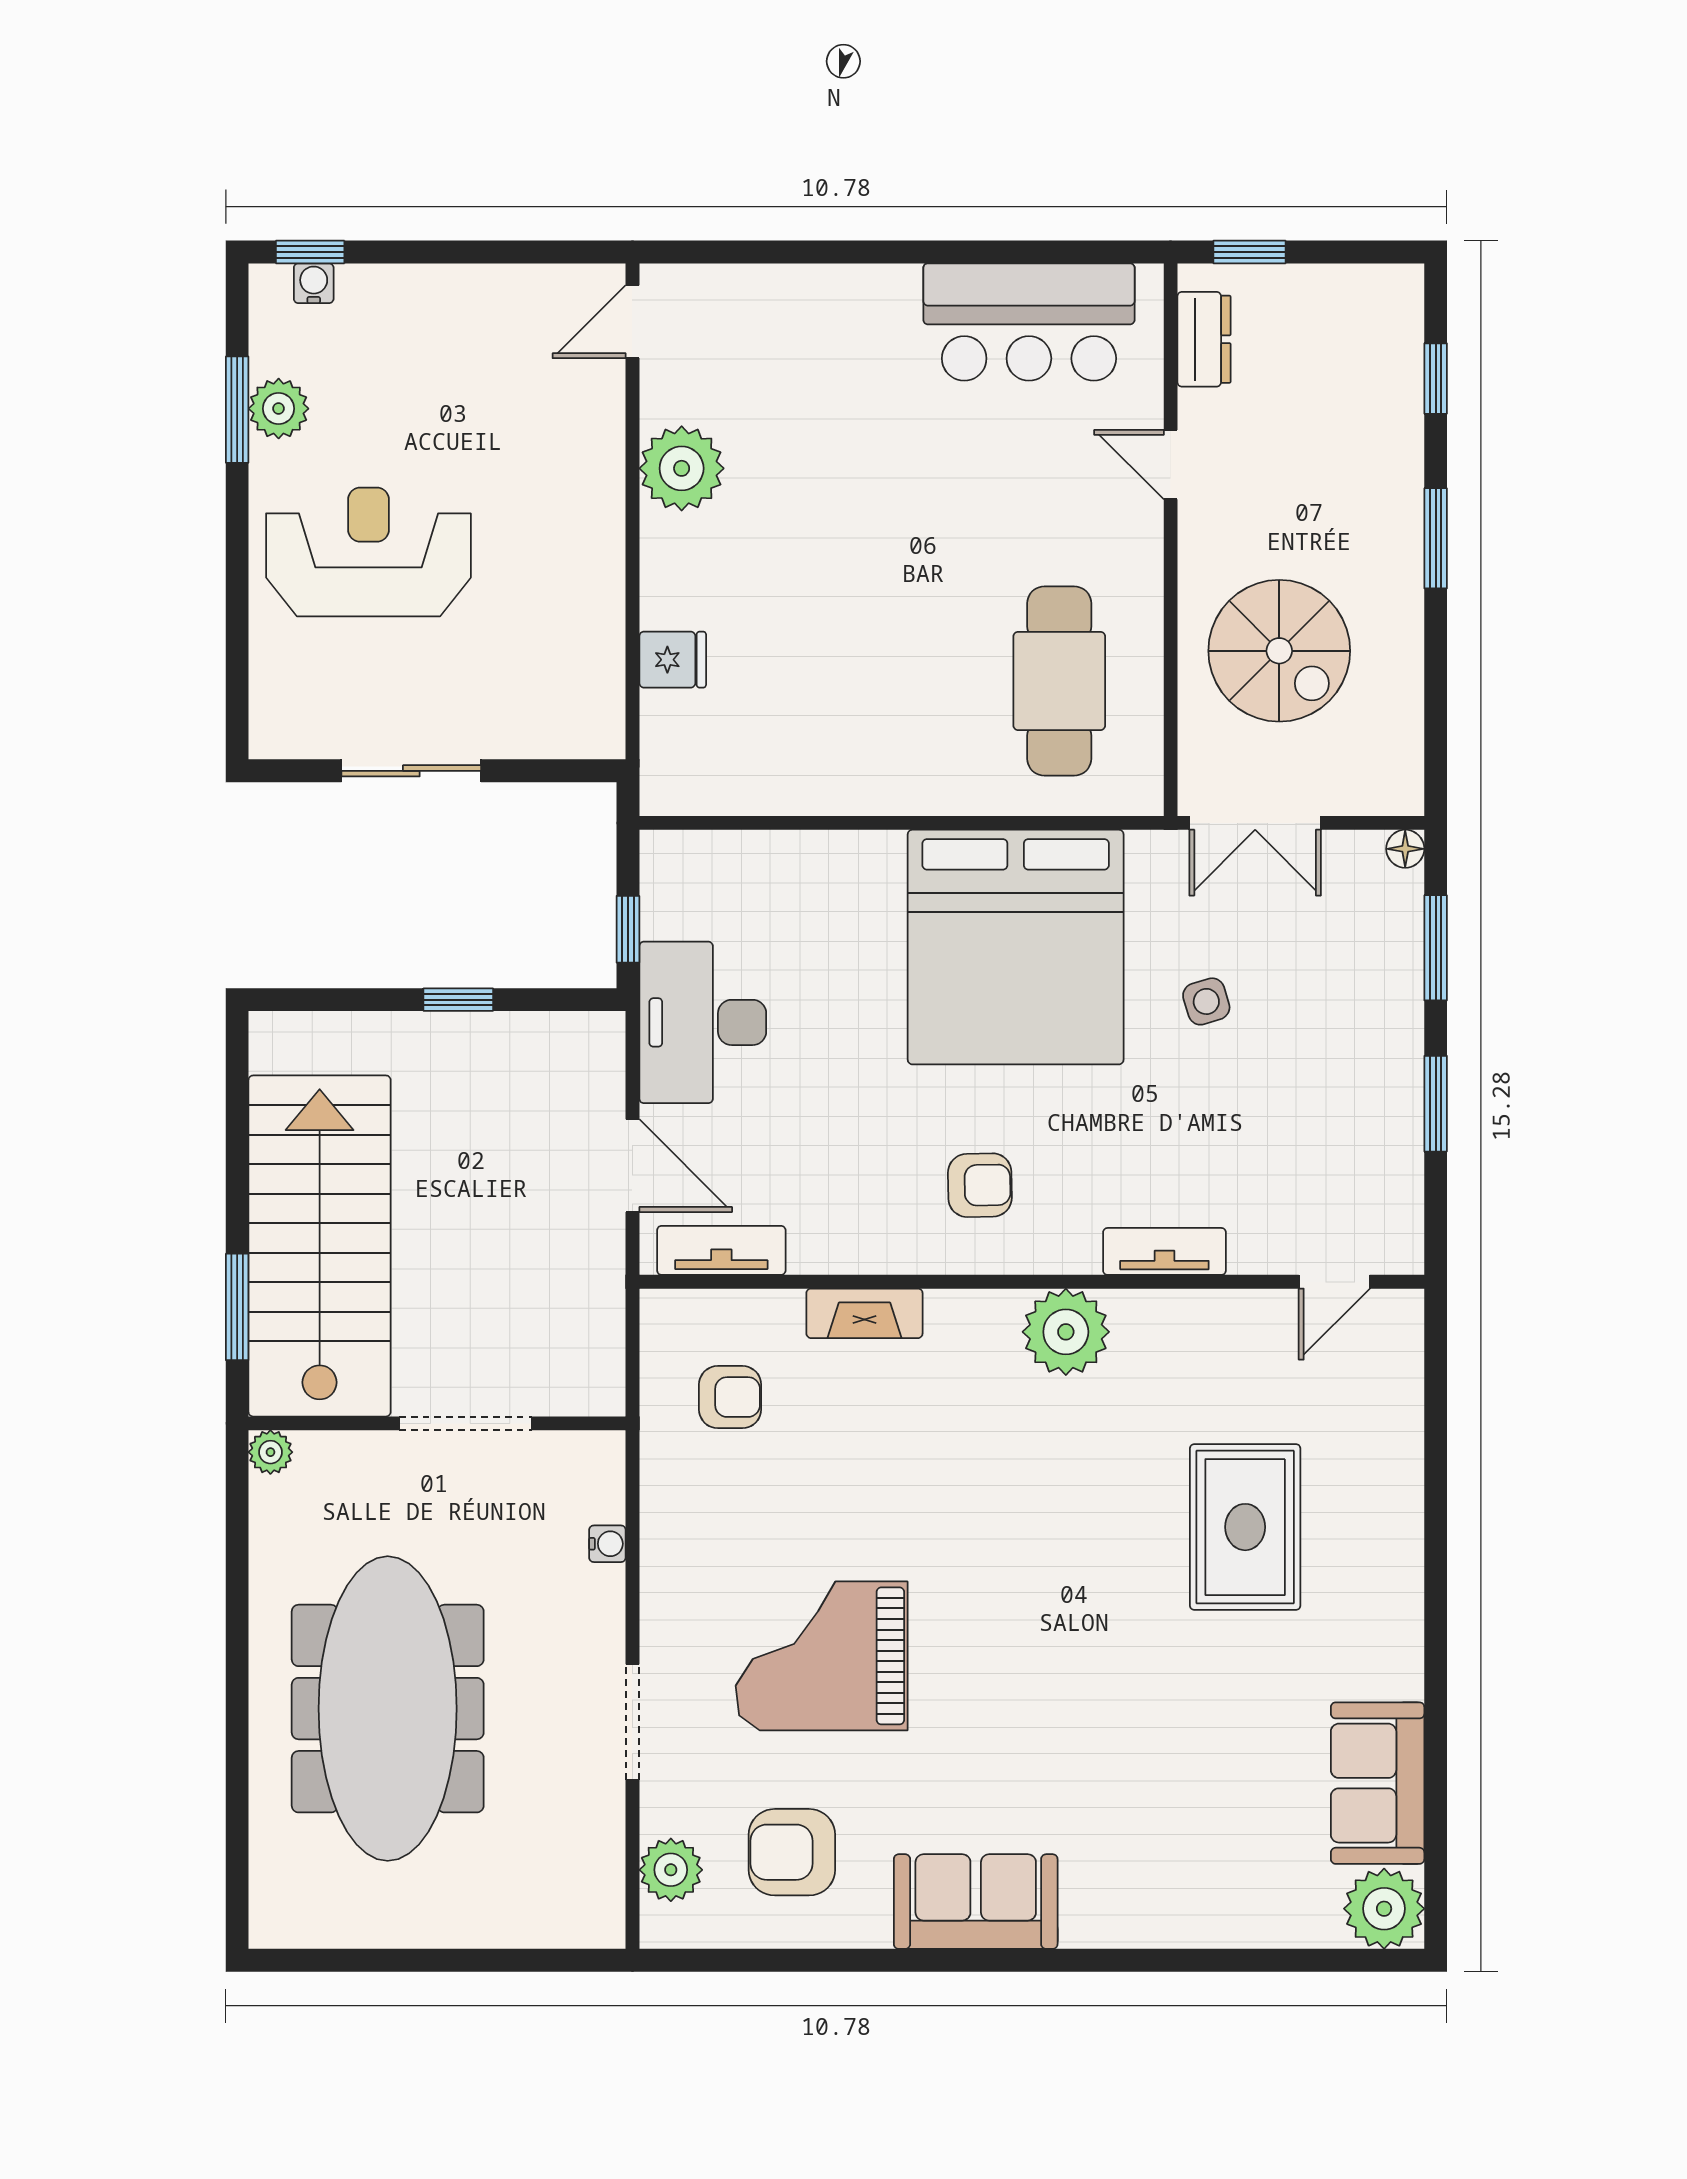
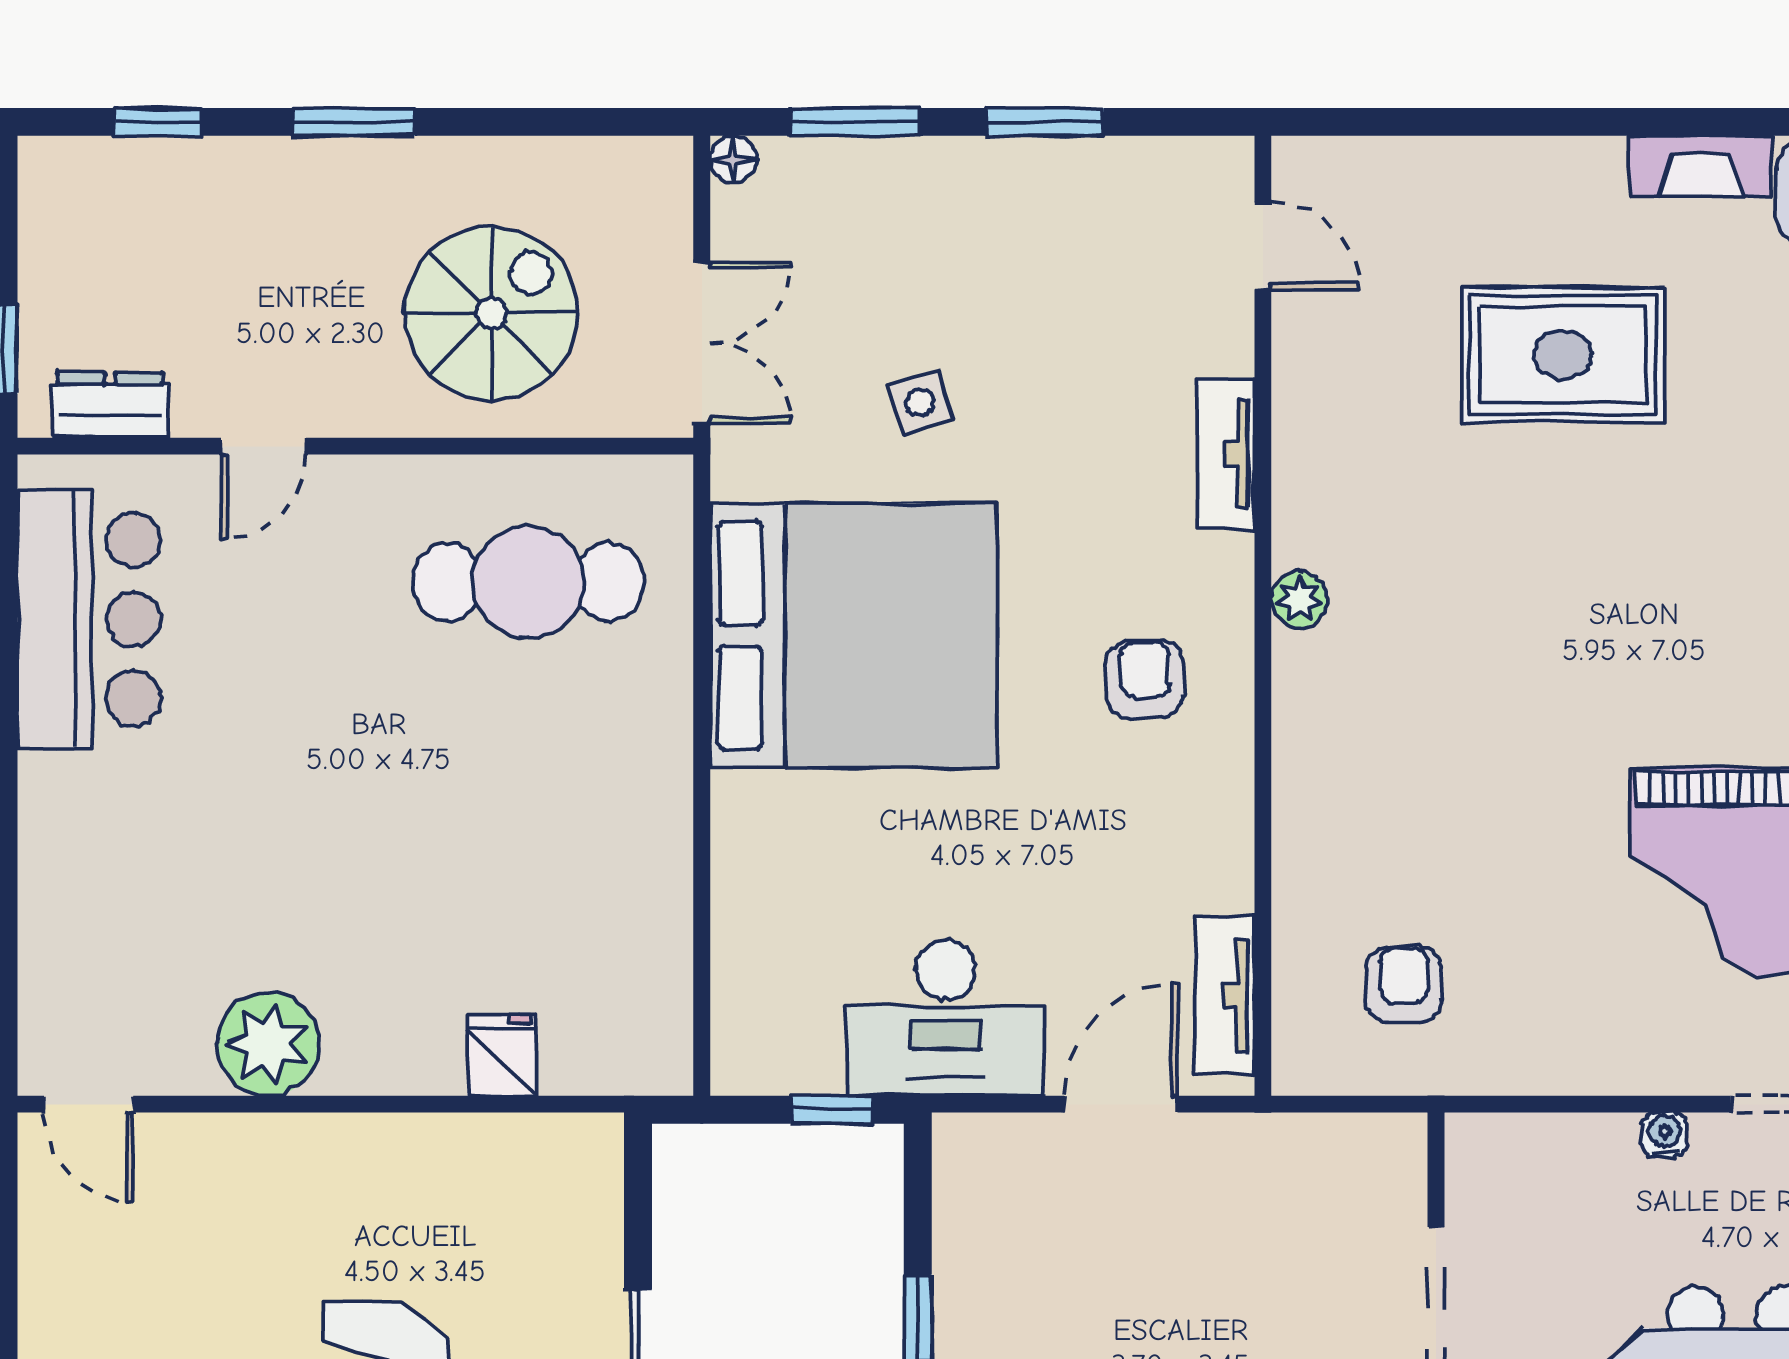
fireplace: (864, 1313) -> (1701, 166), moved, turned 90
plant: (1066, 1332) -> (1299, 599), width x0.53, depth x0.53
water cooler: (607, 1544) -> (1665, 1135), moved

